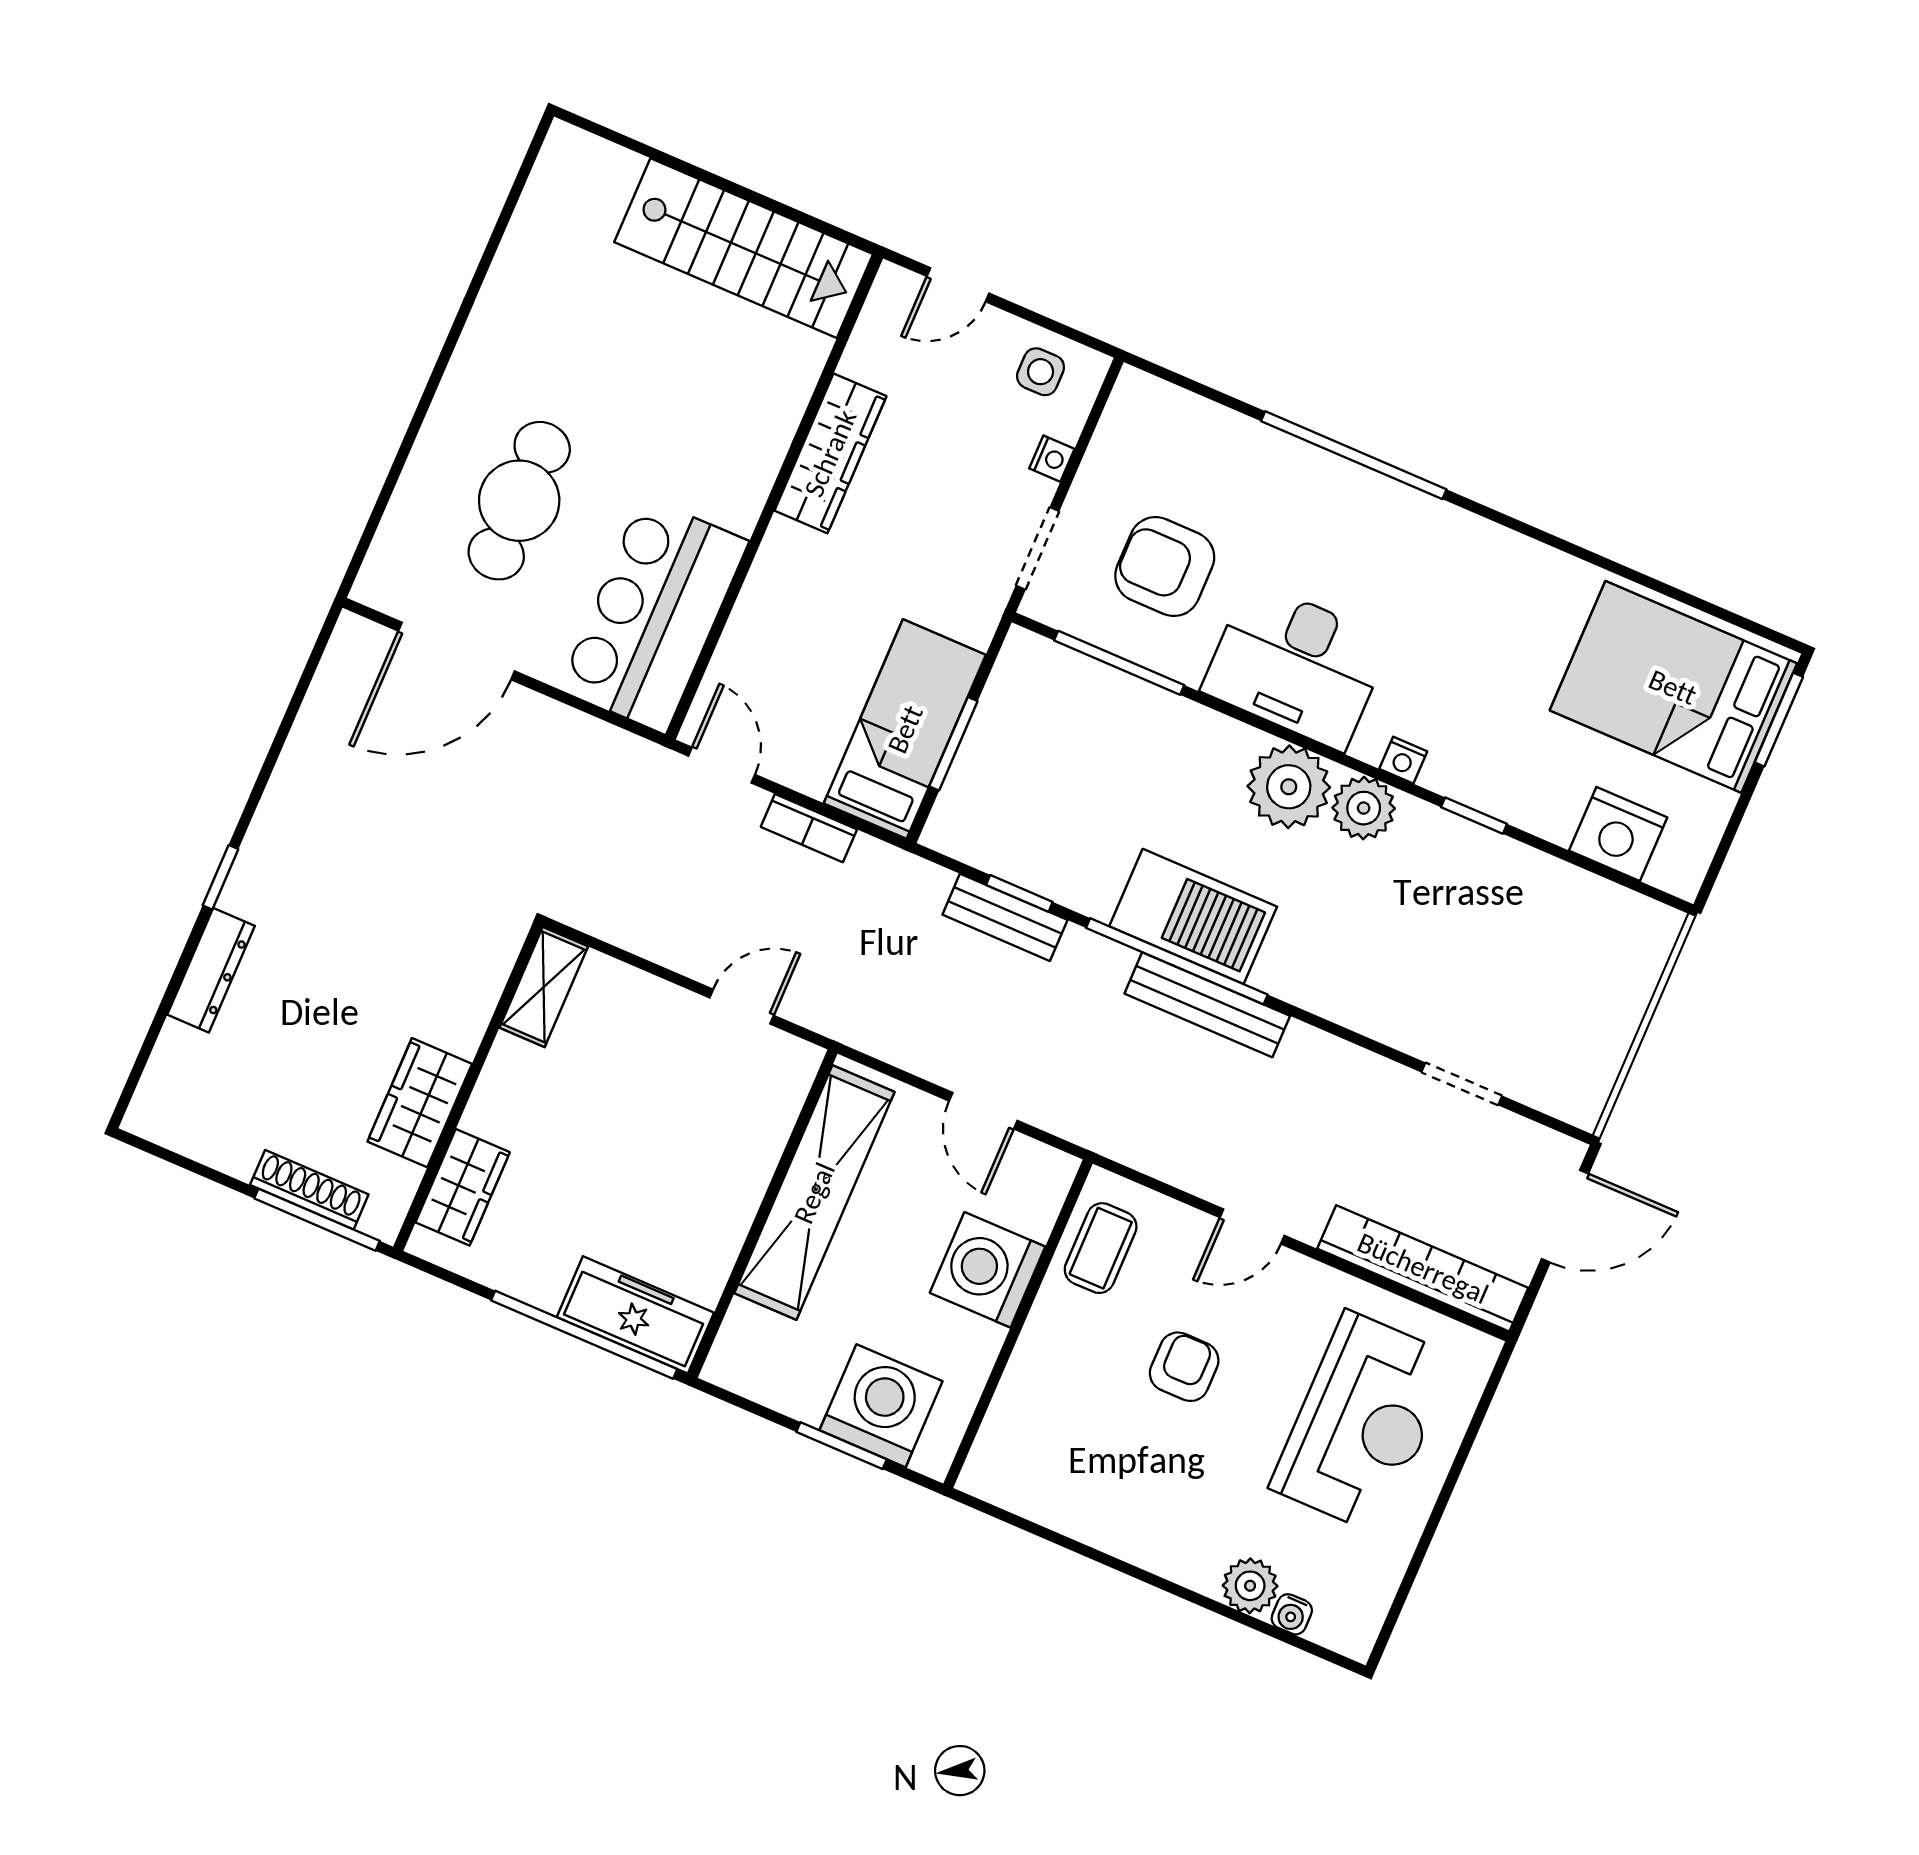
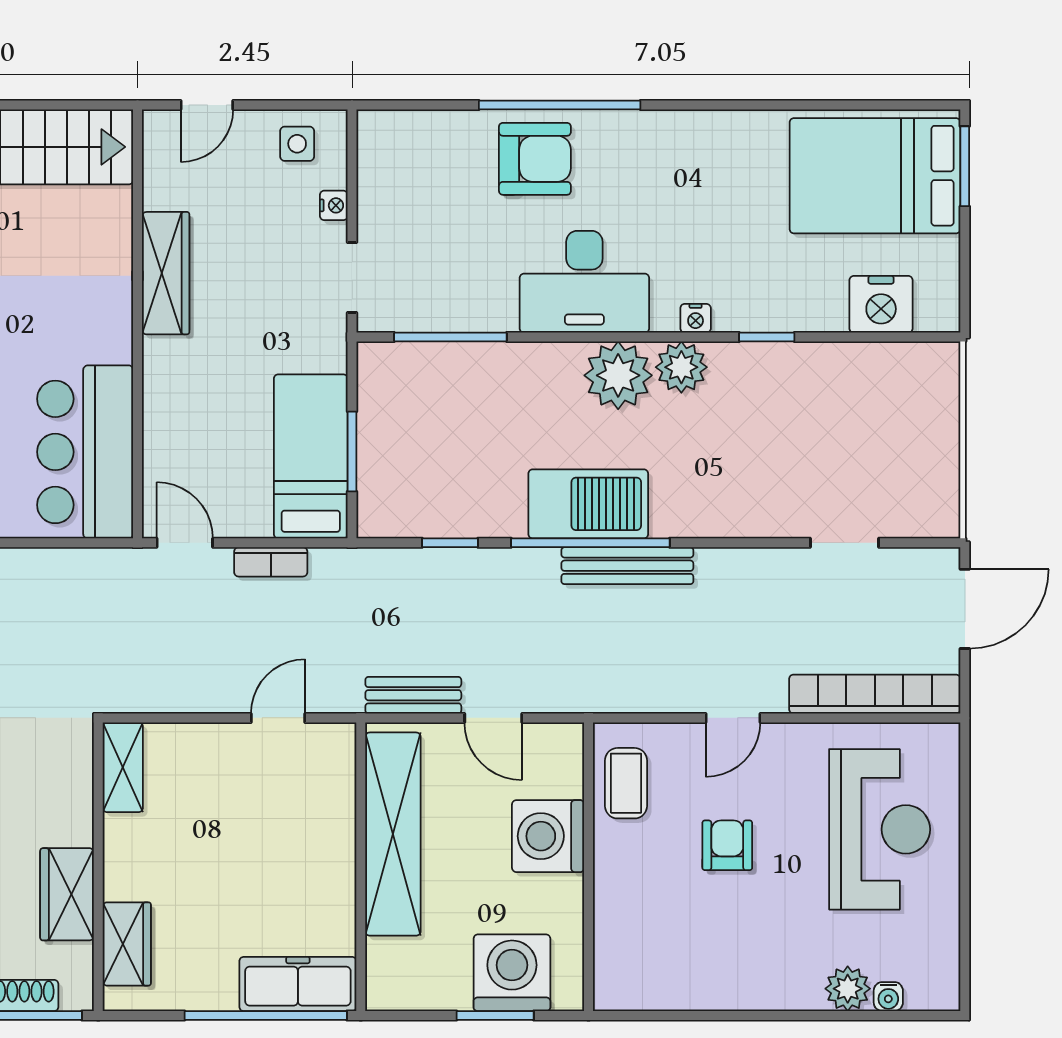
armchair: (1165, 567) -> (535, 159), moved, turned 180
bench: (1005, 917) -> (413, 695), moved

